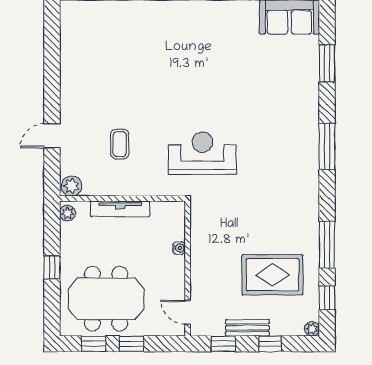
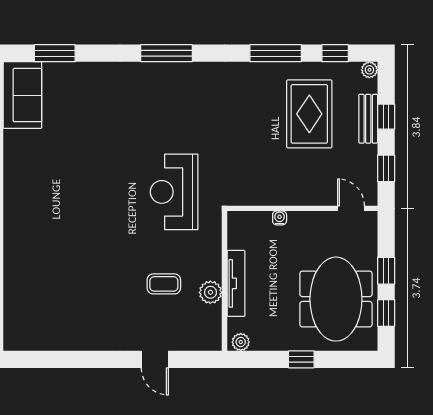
window: (327, 63) -> (55, 53), moved
plant: (72, 186) -> (210, 292), moved
door: (188, 312) -> (351, 208), swing flipped
bench: (247, 328) -> (368, 119), moved

